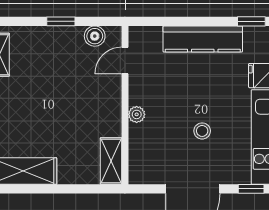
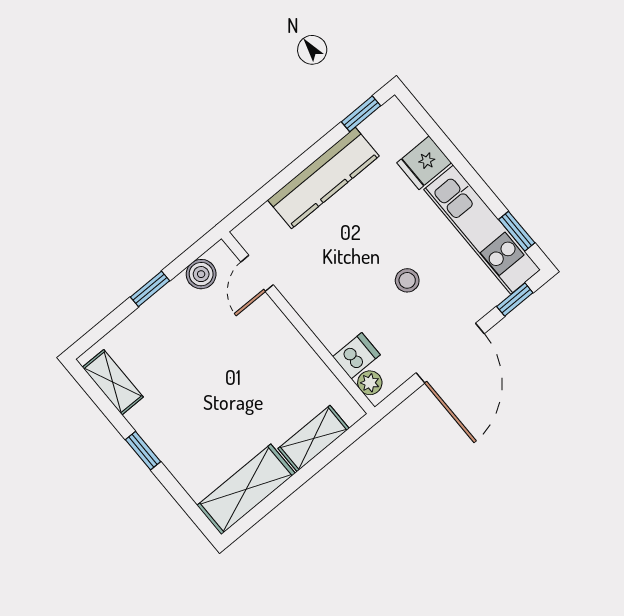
plant: (137, 114) -> (370, 383), moved
dishwasher: (141, 149) -> (356, 356), added
shelving: (111, 161) -> (314, 439), moved, turned 90

